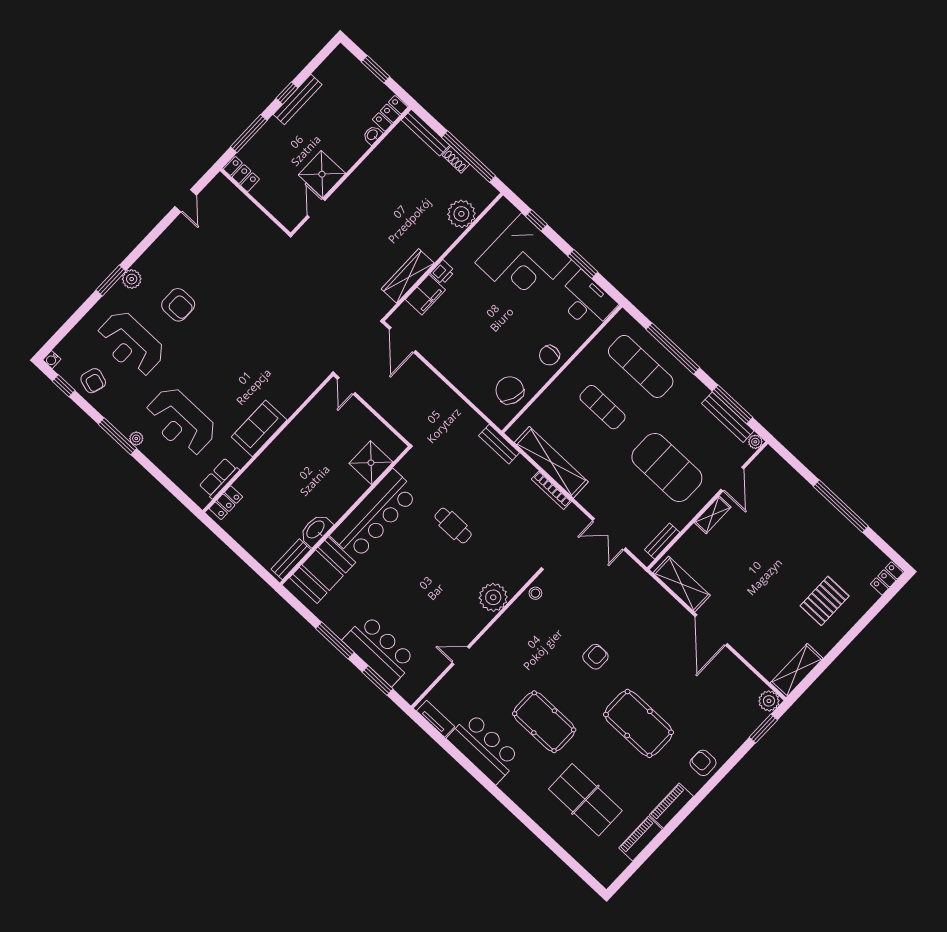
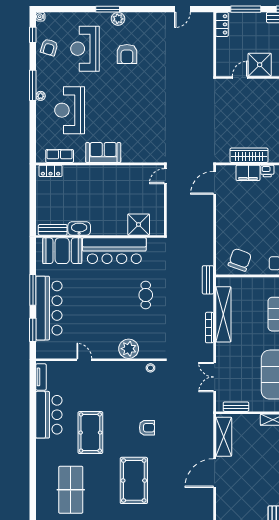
bar counter: (379, 650) -> (49, 308), width x1.36

